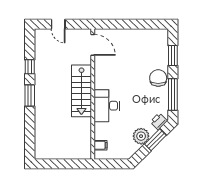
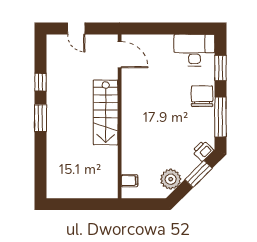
desk: (107, 106) -> (194, 50), moved, turned 90
plant: (141, 136) -> (171, 179), moved

